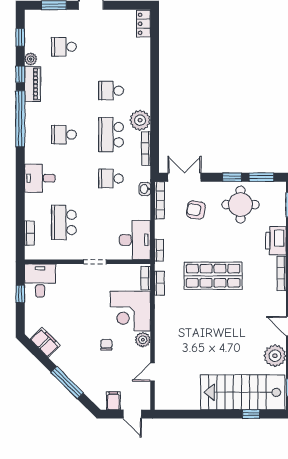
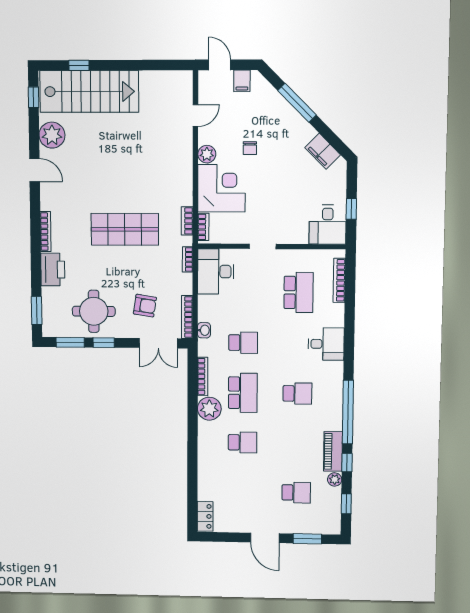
bookcase: (29, 233) -> (339, 280), width x1.56

